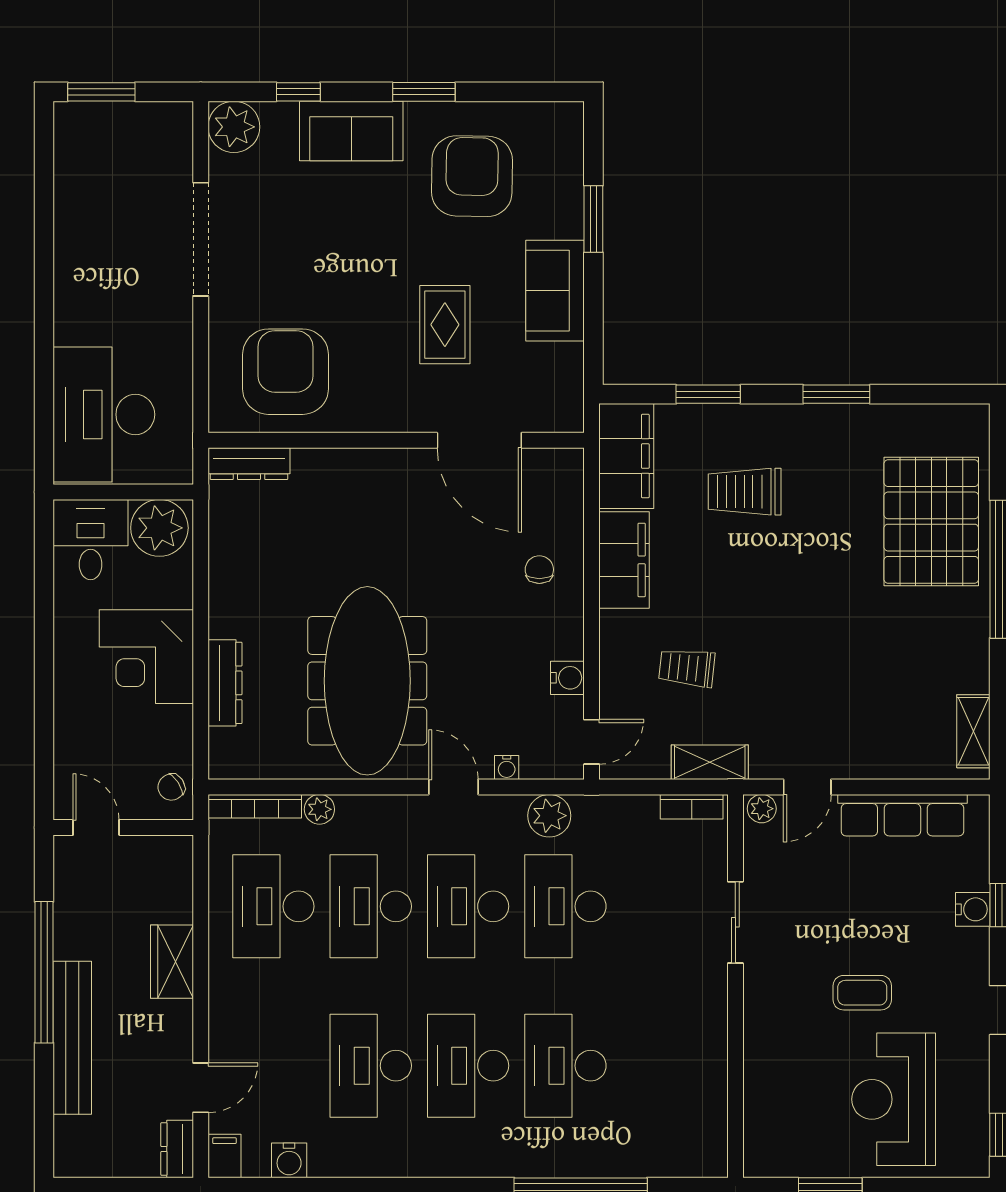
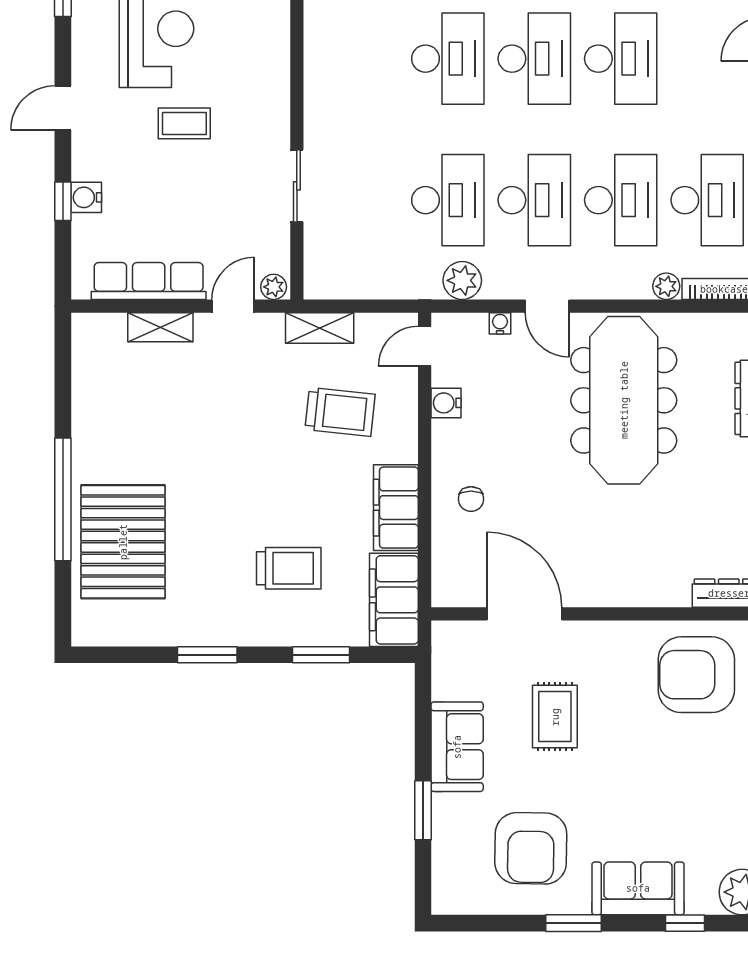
armchair: (286, 372) -> (696, 675), turned 90
trolley: (687, 668) -> (340, 412), width x1.36, depth x1.39
shelving: (973, 731) -> (160, 327), moved, turned 90
bookcase: (692, 807) -> (336, 288), removed

